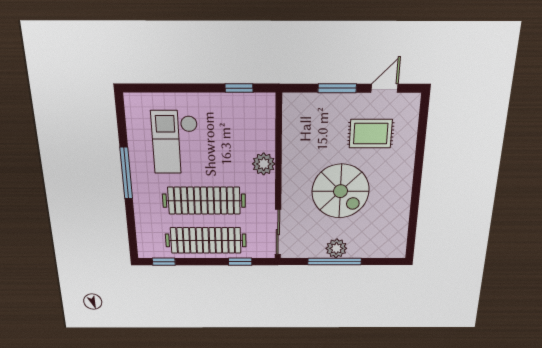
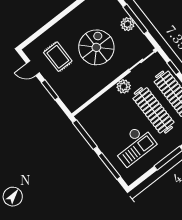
window: (170, 88) -> (109, 166), added
window: (239, 88) -> (85, 135), width x2.17
plant: (264, 164) -> (124, 86), moved

